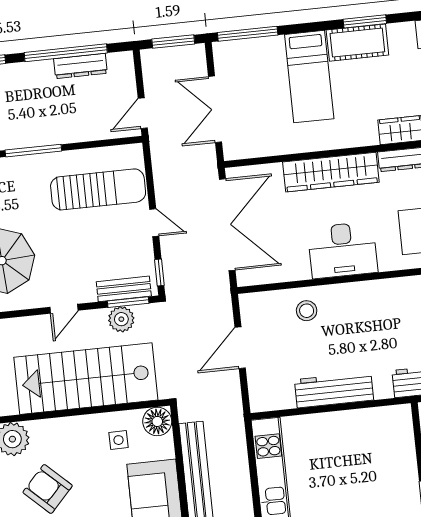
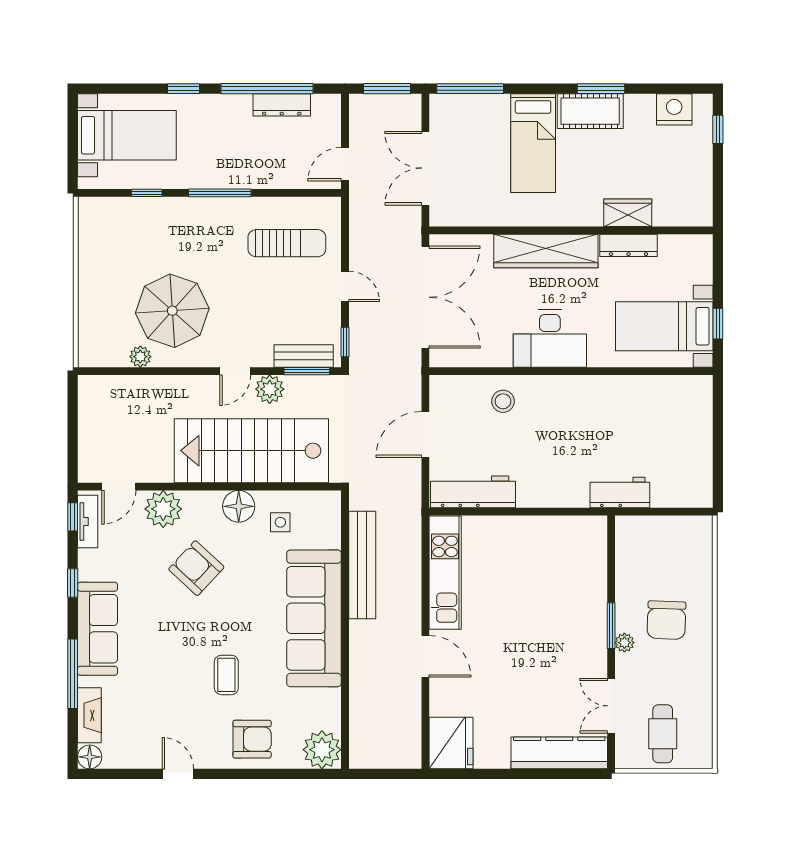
sun lounger: (98, 189) -> (287, 243), width x0.73, depth x0.75
plant: (121, 319) -> (270, 389), moved
workbench: (334, 390) -> (473, 492), moved
floor lamp: (157, 421) -> (239, 506), moved

